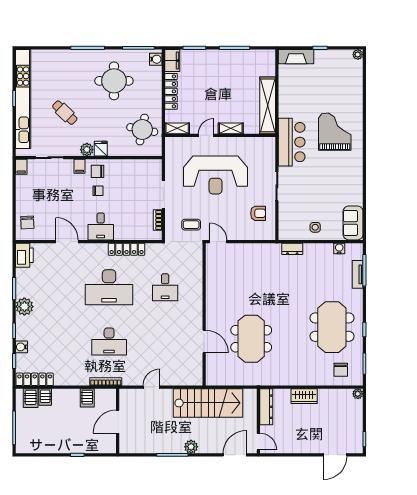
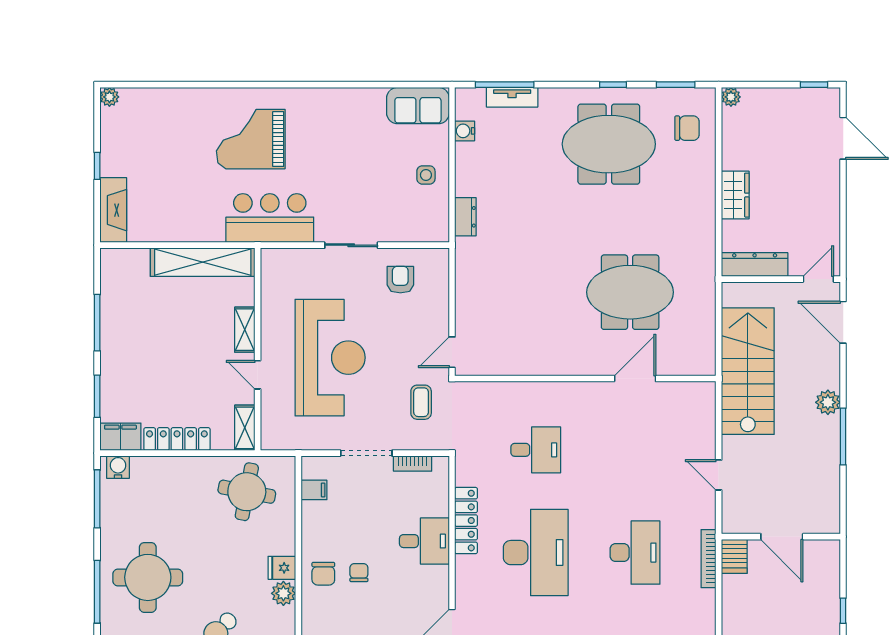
round table: (114, 81) -> (148, 577), moved
filing cabinet: (80, 166) -> (314, 490), moved
desk: (101, 226) -> (424, 541), moved
server rack: (87, 398) -> (734, 556), moved, turned 90

